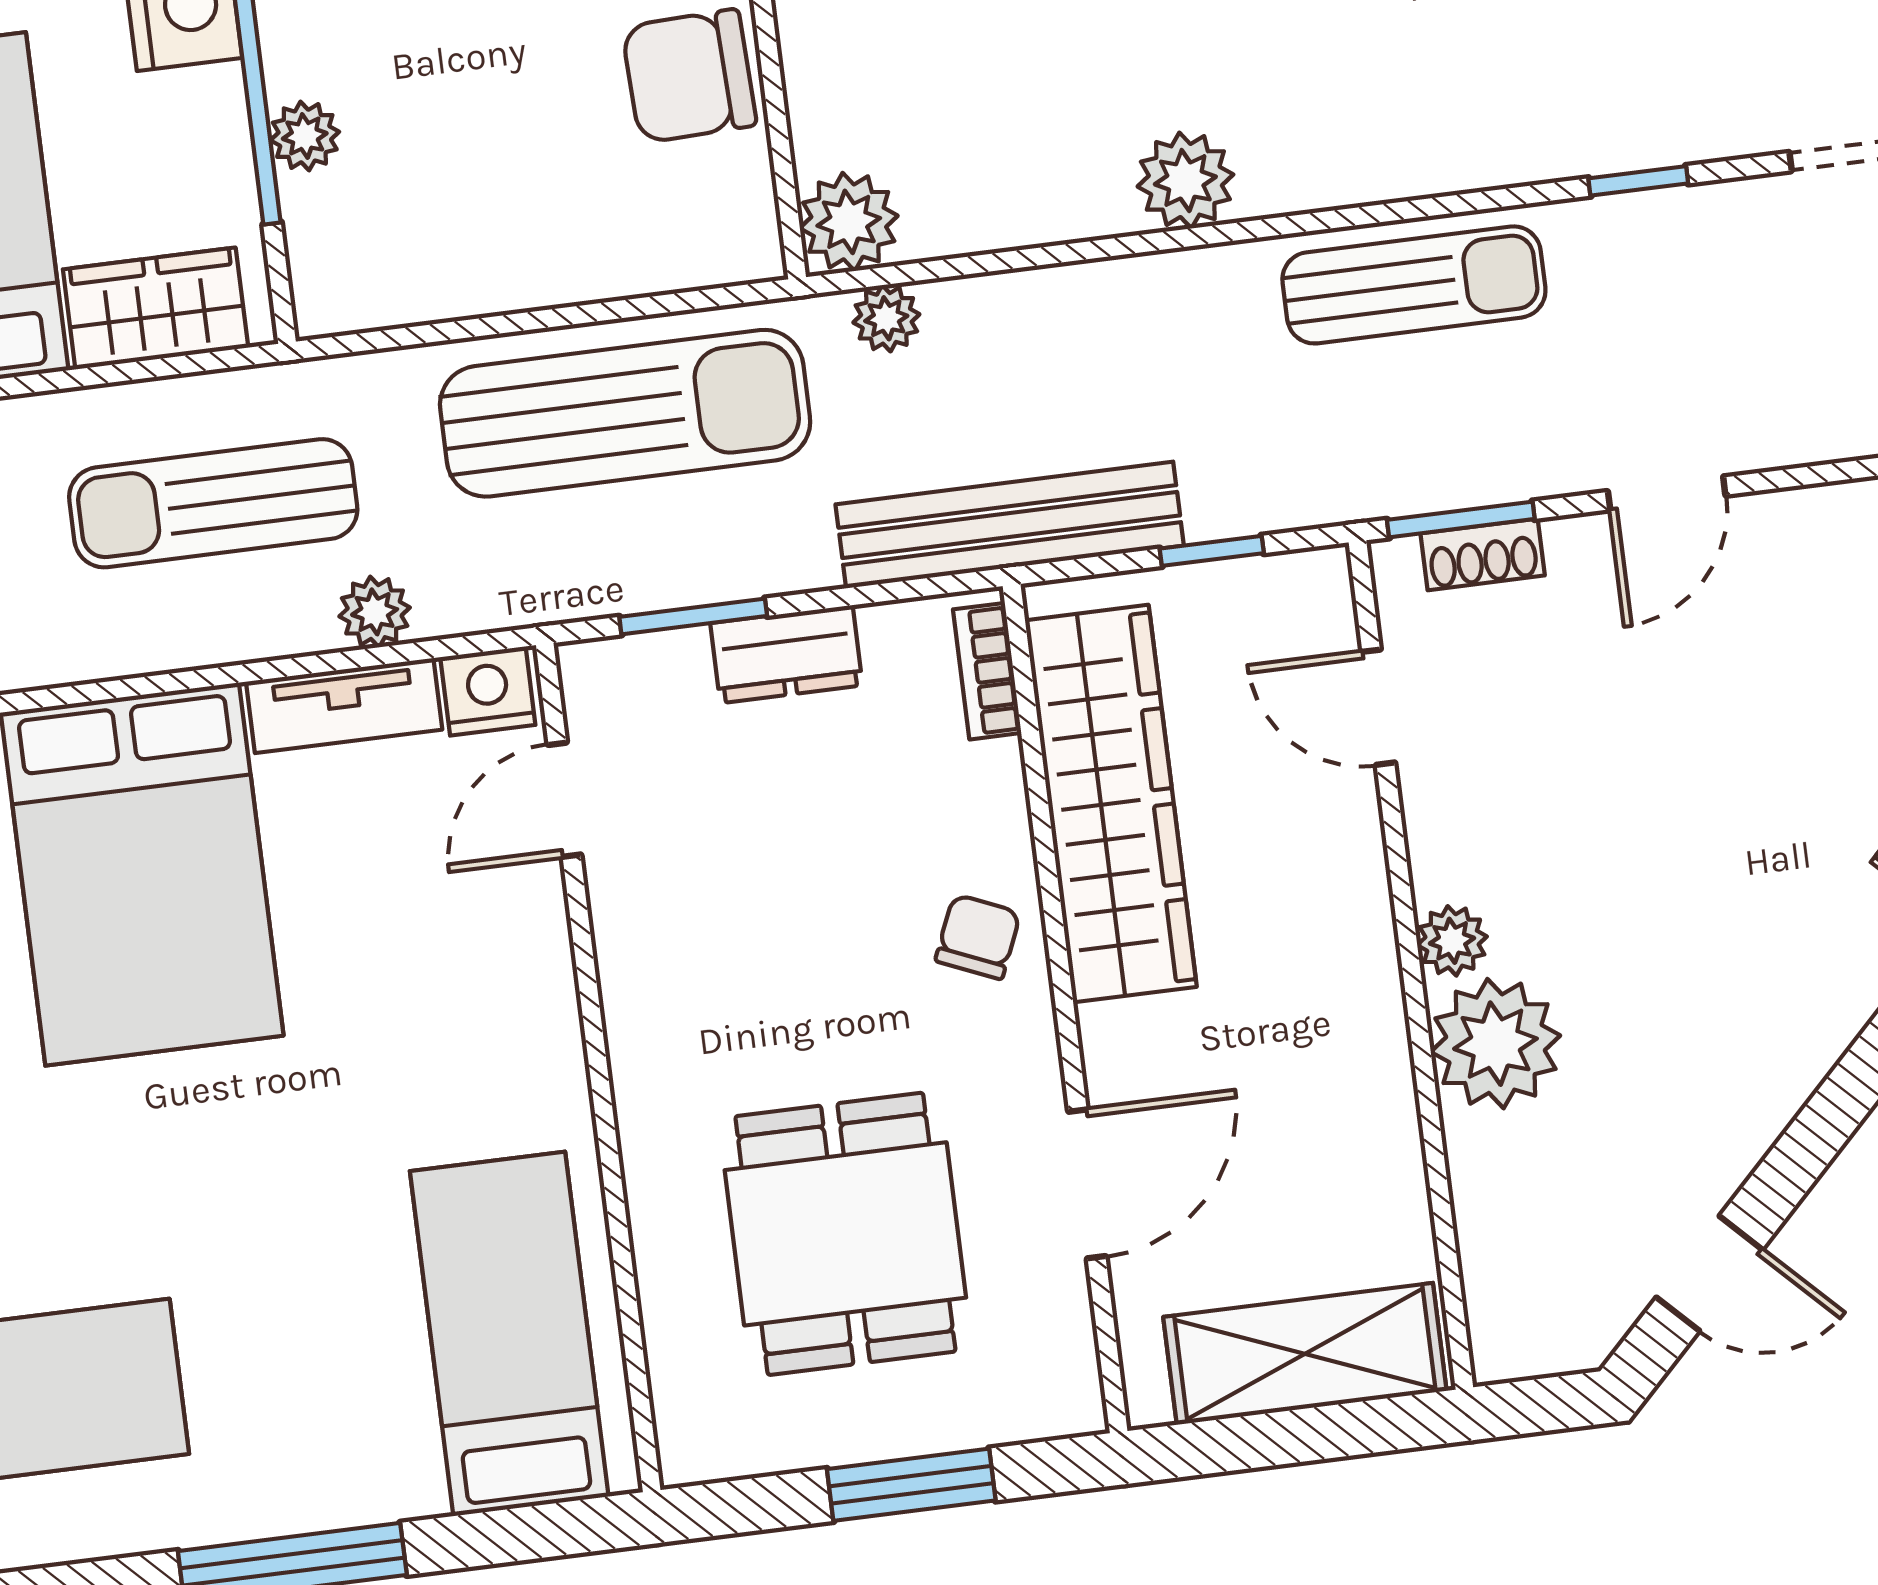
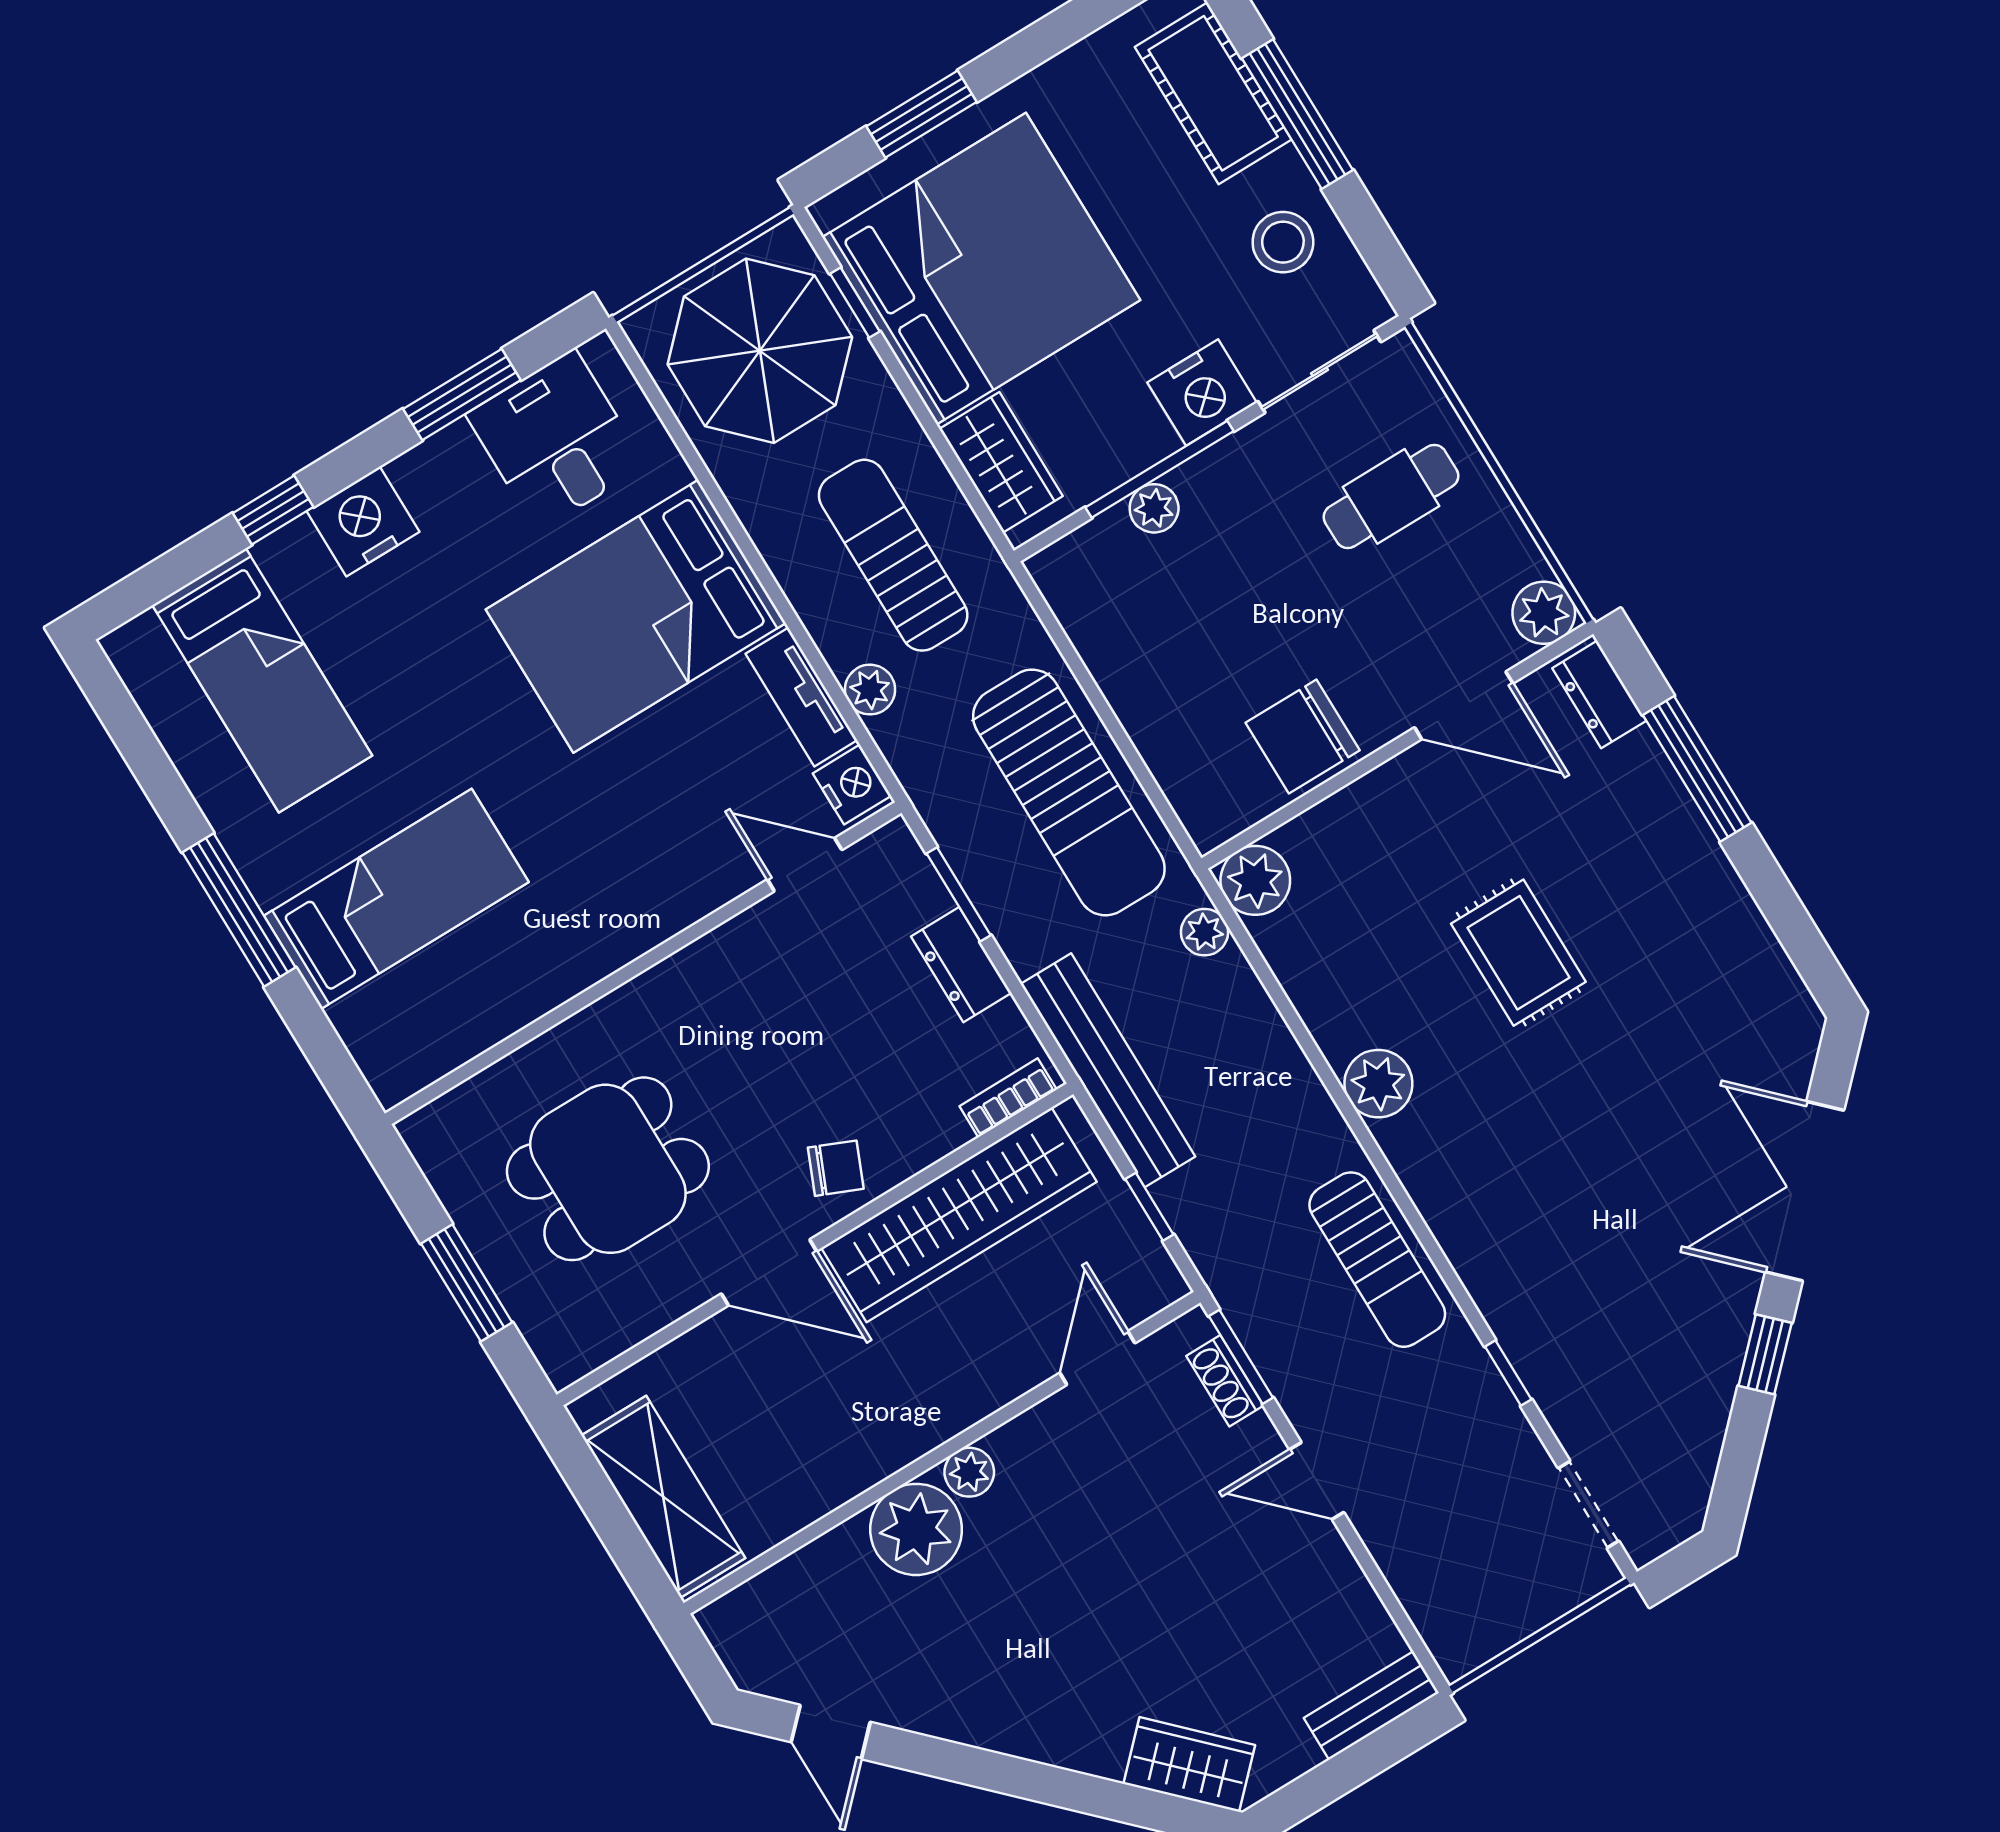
chair: (689, 76) -> (1303, 737), turned -88
door: (1087, 1184) -> (769, 1272), moved
bed: (509, 1334) -> (396, 899), moved

